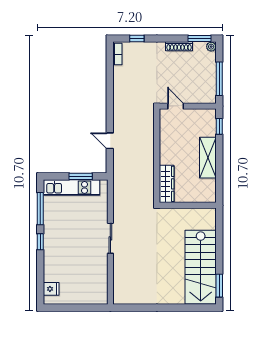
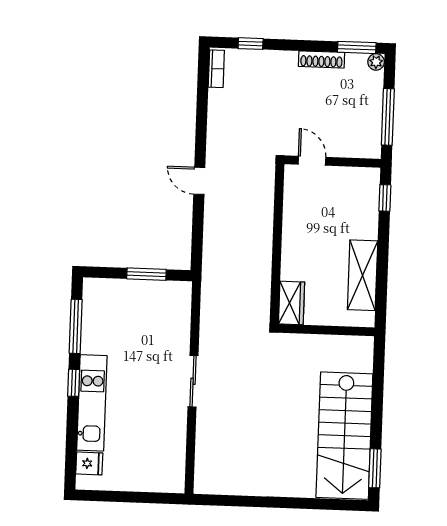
door: (110, 141) -> (199, 181), moved
shelving: (208, 158) -> (363, 275), moved
wardrobe: (167, 184) -> (292, 303), width x0.67
kitchen unit: (72, 187) -> (92, 403), moved, turned -90

